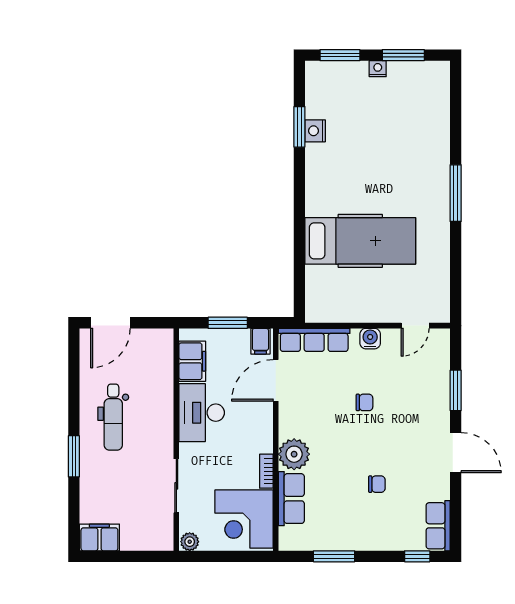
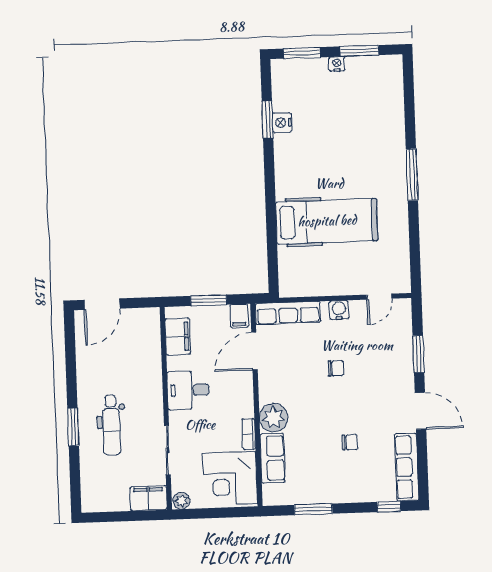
desk: (202, 413) -> (188, 390), width x0.73
dental chair: (113, 417) -> (111, 425), moved
row of seats: (438, 526) -> (407, 467), width x1.48
filing cabinet: (99, 537) -> (148, 498), moved

